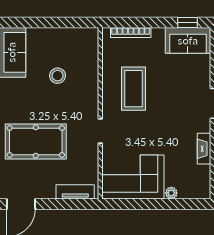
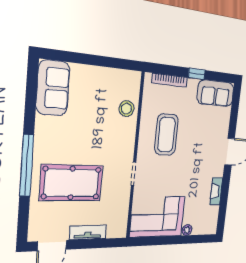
window: (188, 22) -> (197, 74), moved
stool: (58, 76) -> (126, 109), moved
tv unit: (75, 192) -> (88, 232), moved

